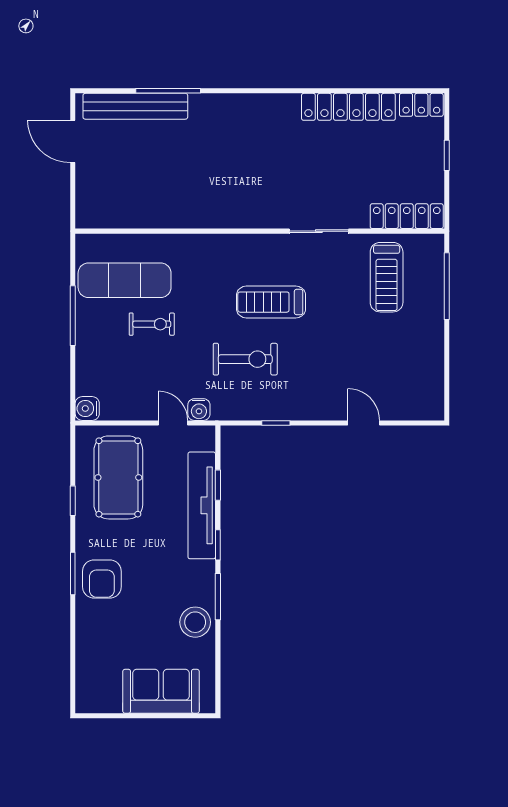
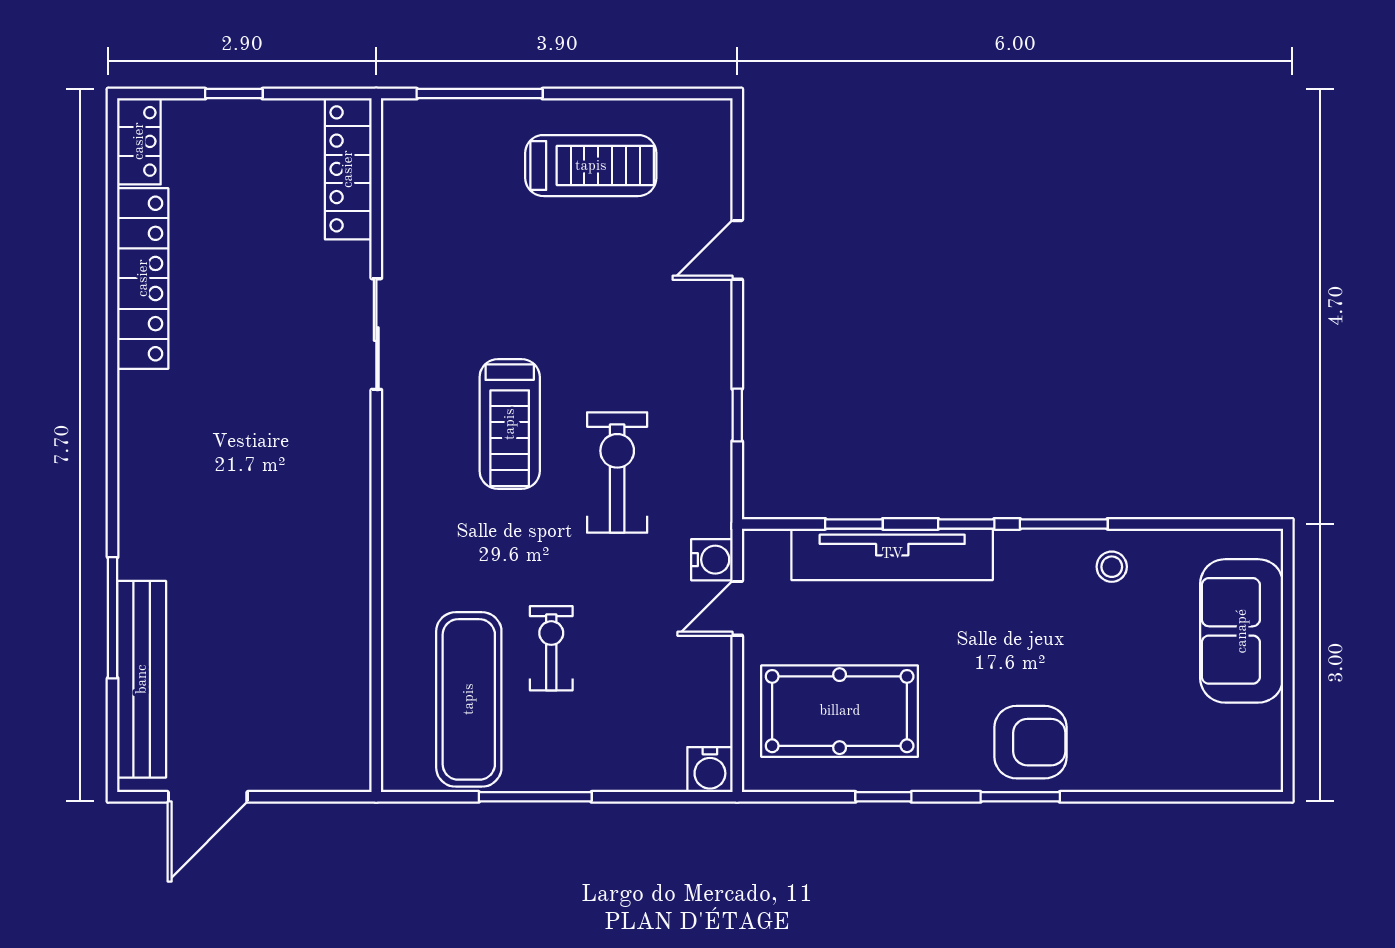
treadmill: (387, 277) -> (591, 166), moved
stool: (195, 622) -> (1112, 567), width x0.53, depth x0.53

